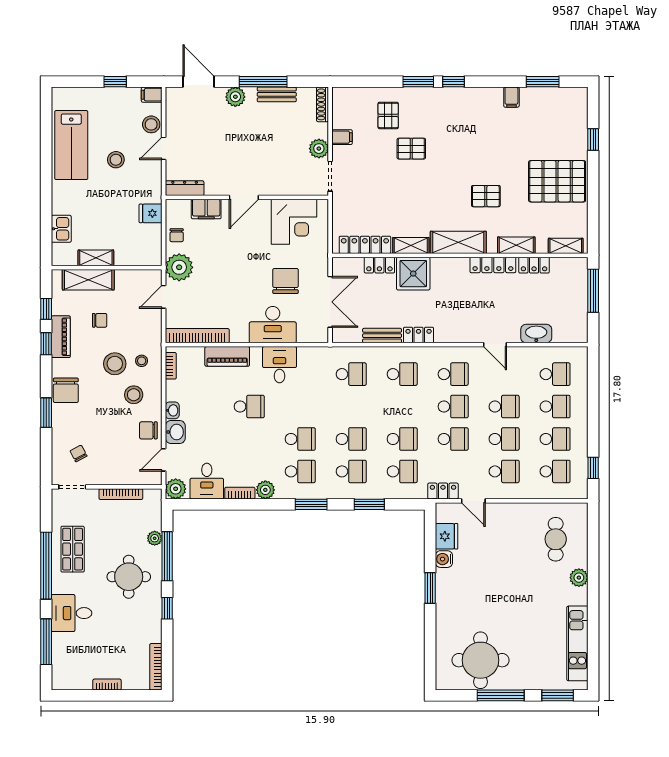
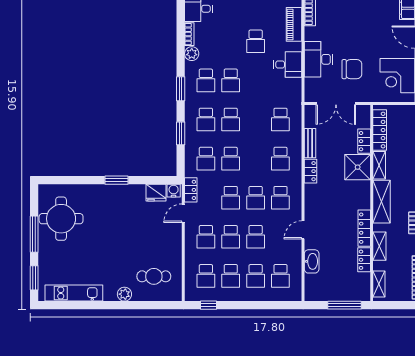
water cooler: (444, 559) -> (174, 191), moved

